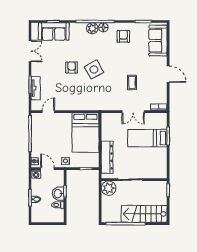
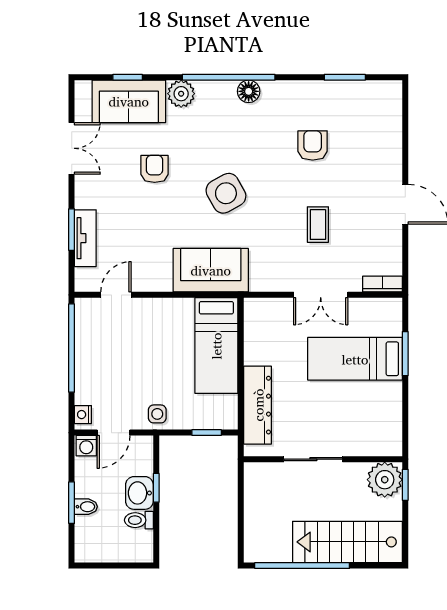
plant: (92, 28) -> (181, 94), moved
armchair: (123, 36) -> (313, 145), moved
sofa: (158, 41) -> (211, 270), moved, turned 90
armchair: (72, 67) -> (155, 169), moved
bed: (86, 133) -> (216, 346), width x0.67
door: (47, 169) -> (114, 433), swing flipped
plant: (109, 188) -> (385, 480), moved

